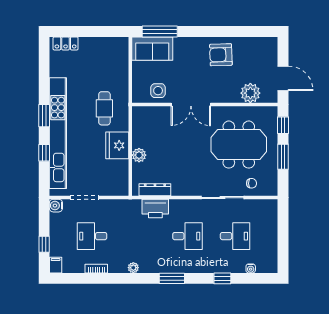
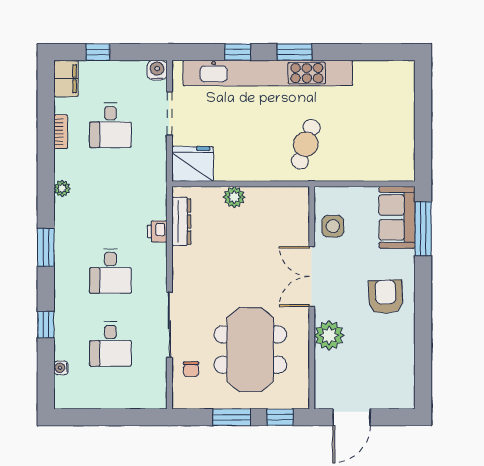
locker: (66, 43) -> (405, 85), removed
armchair: (221, 55) -> (386, 297), moved
plant: (250, 93) -> (329, 335), moved
cafe table: (104, 108) -> (306, 144), turned -71
fridge: (117, 145) -> (193, 164), moved
printer: (155, 209) -> (157, 231), width x0.53, depth x0.68
desk: (92, 236) -> (110, 125), turned 180
filing cabinet: (56, 265) -> (66, 79), width x2.00

